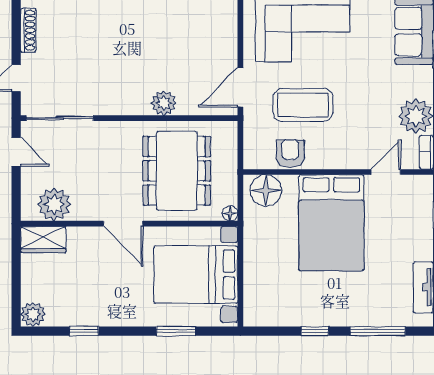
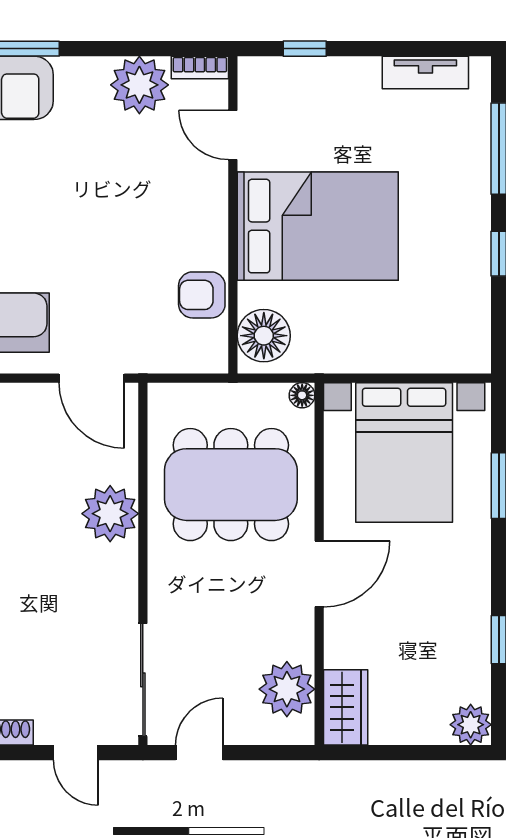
plant: (164, 103) -> (110, 514), width x1.36, depth x1.36
coffee table: (303, 105) -> (121, 274), removed

